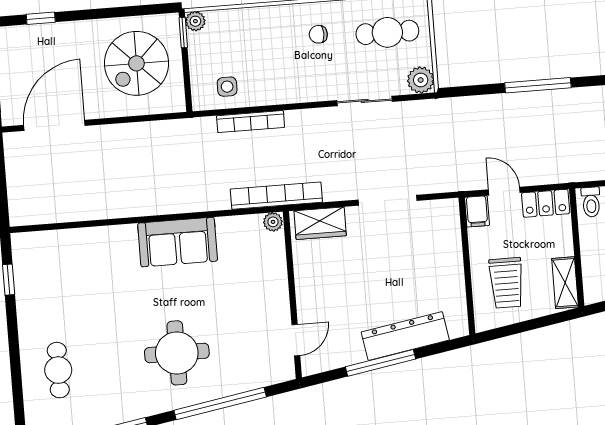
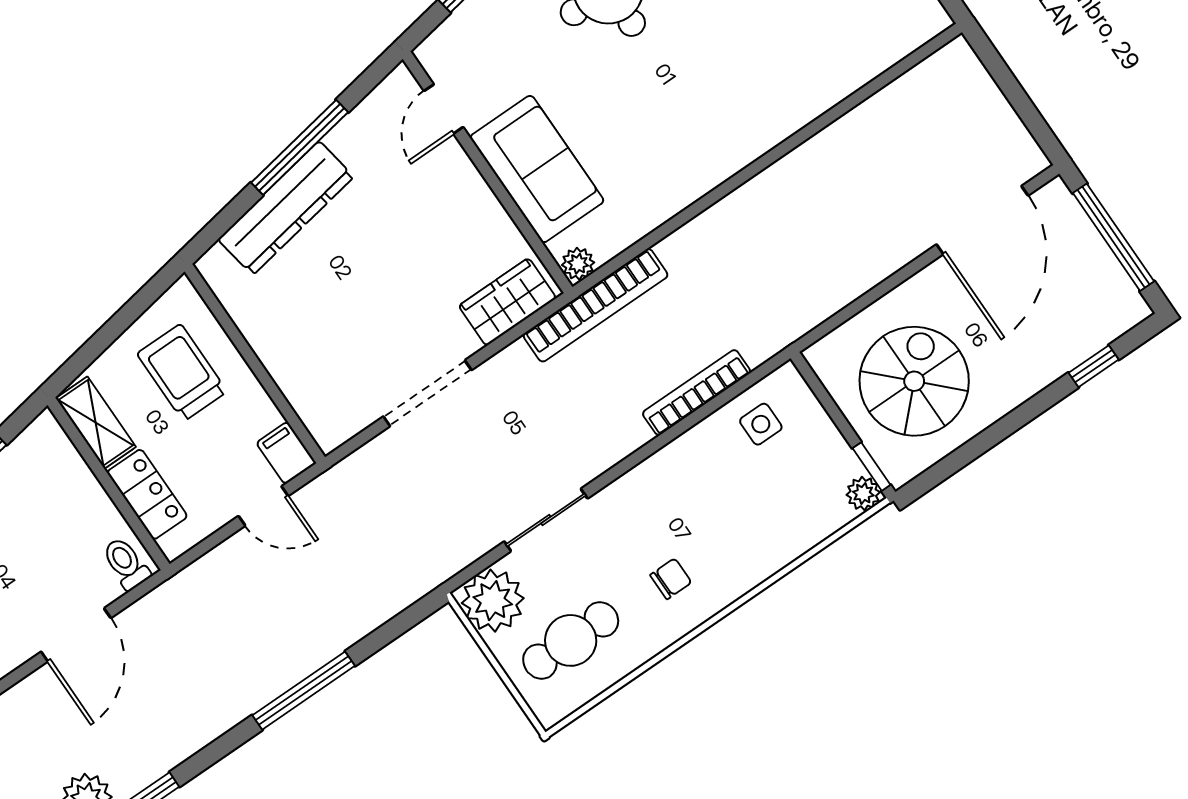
plant: (421, 80) -> (493, 601), width x1.36, depth x1.36
locker: (546, 203) -> (147, 494), moved, turned 90
sofa: (178, 242) -> (537, 169), moved, turned 90

